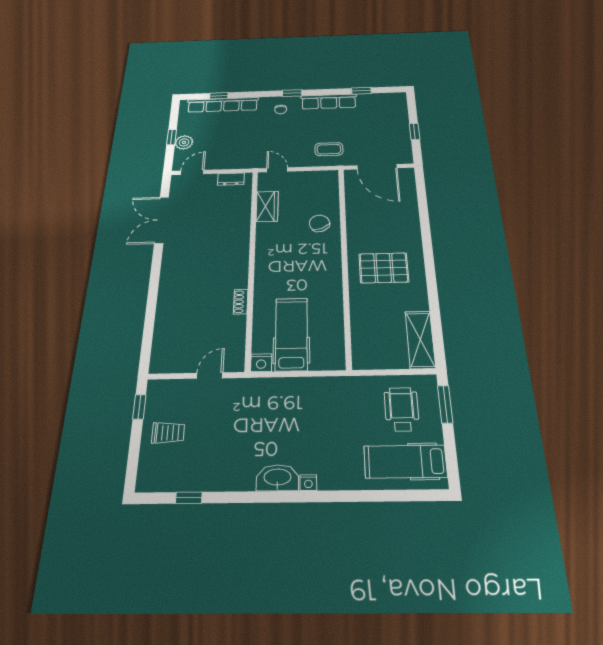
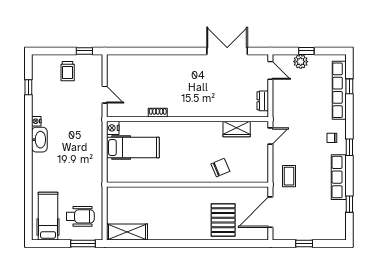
pallet: (384, 268) -> (223, 220), moved
nightstand: (308, 483) -> (36, 121), moved

